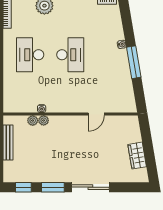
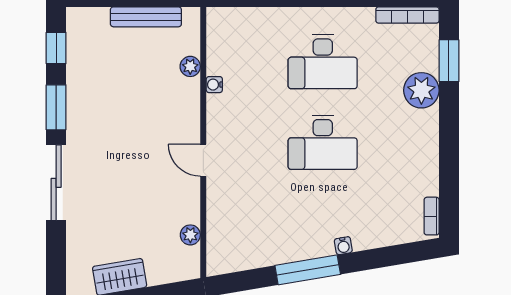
desk: (30, 55) -> (323, 62), turned 180
door: (96, 114) -> (203, 160), moved
plant: (44, 120) -> (190, 235), moved

